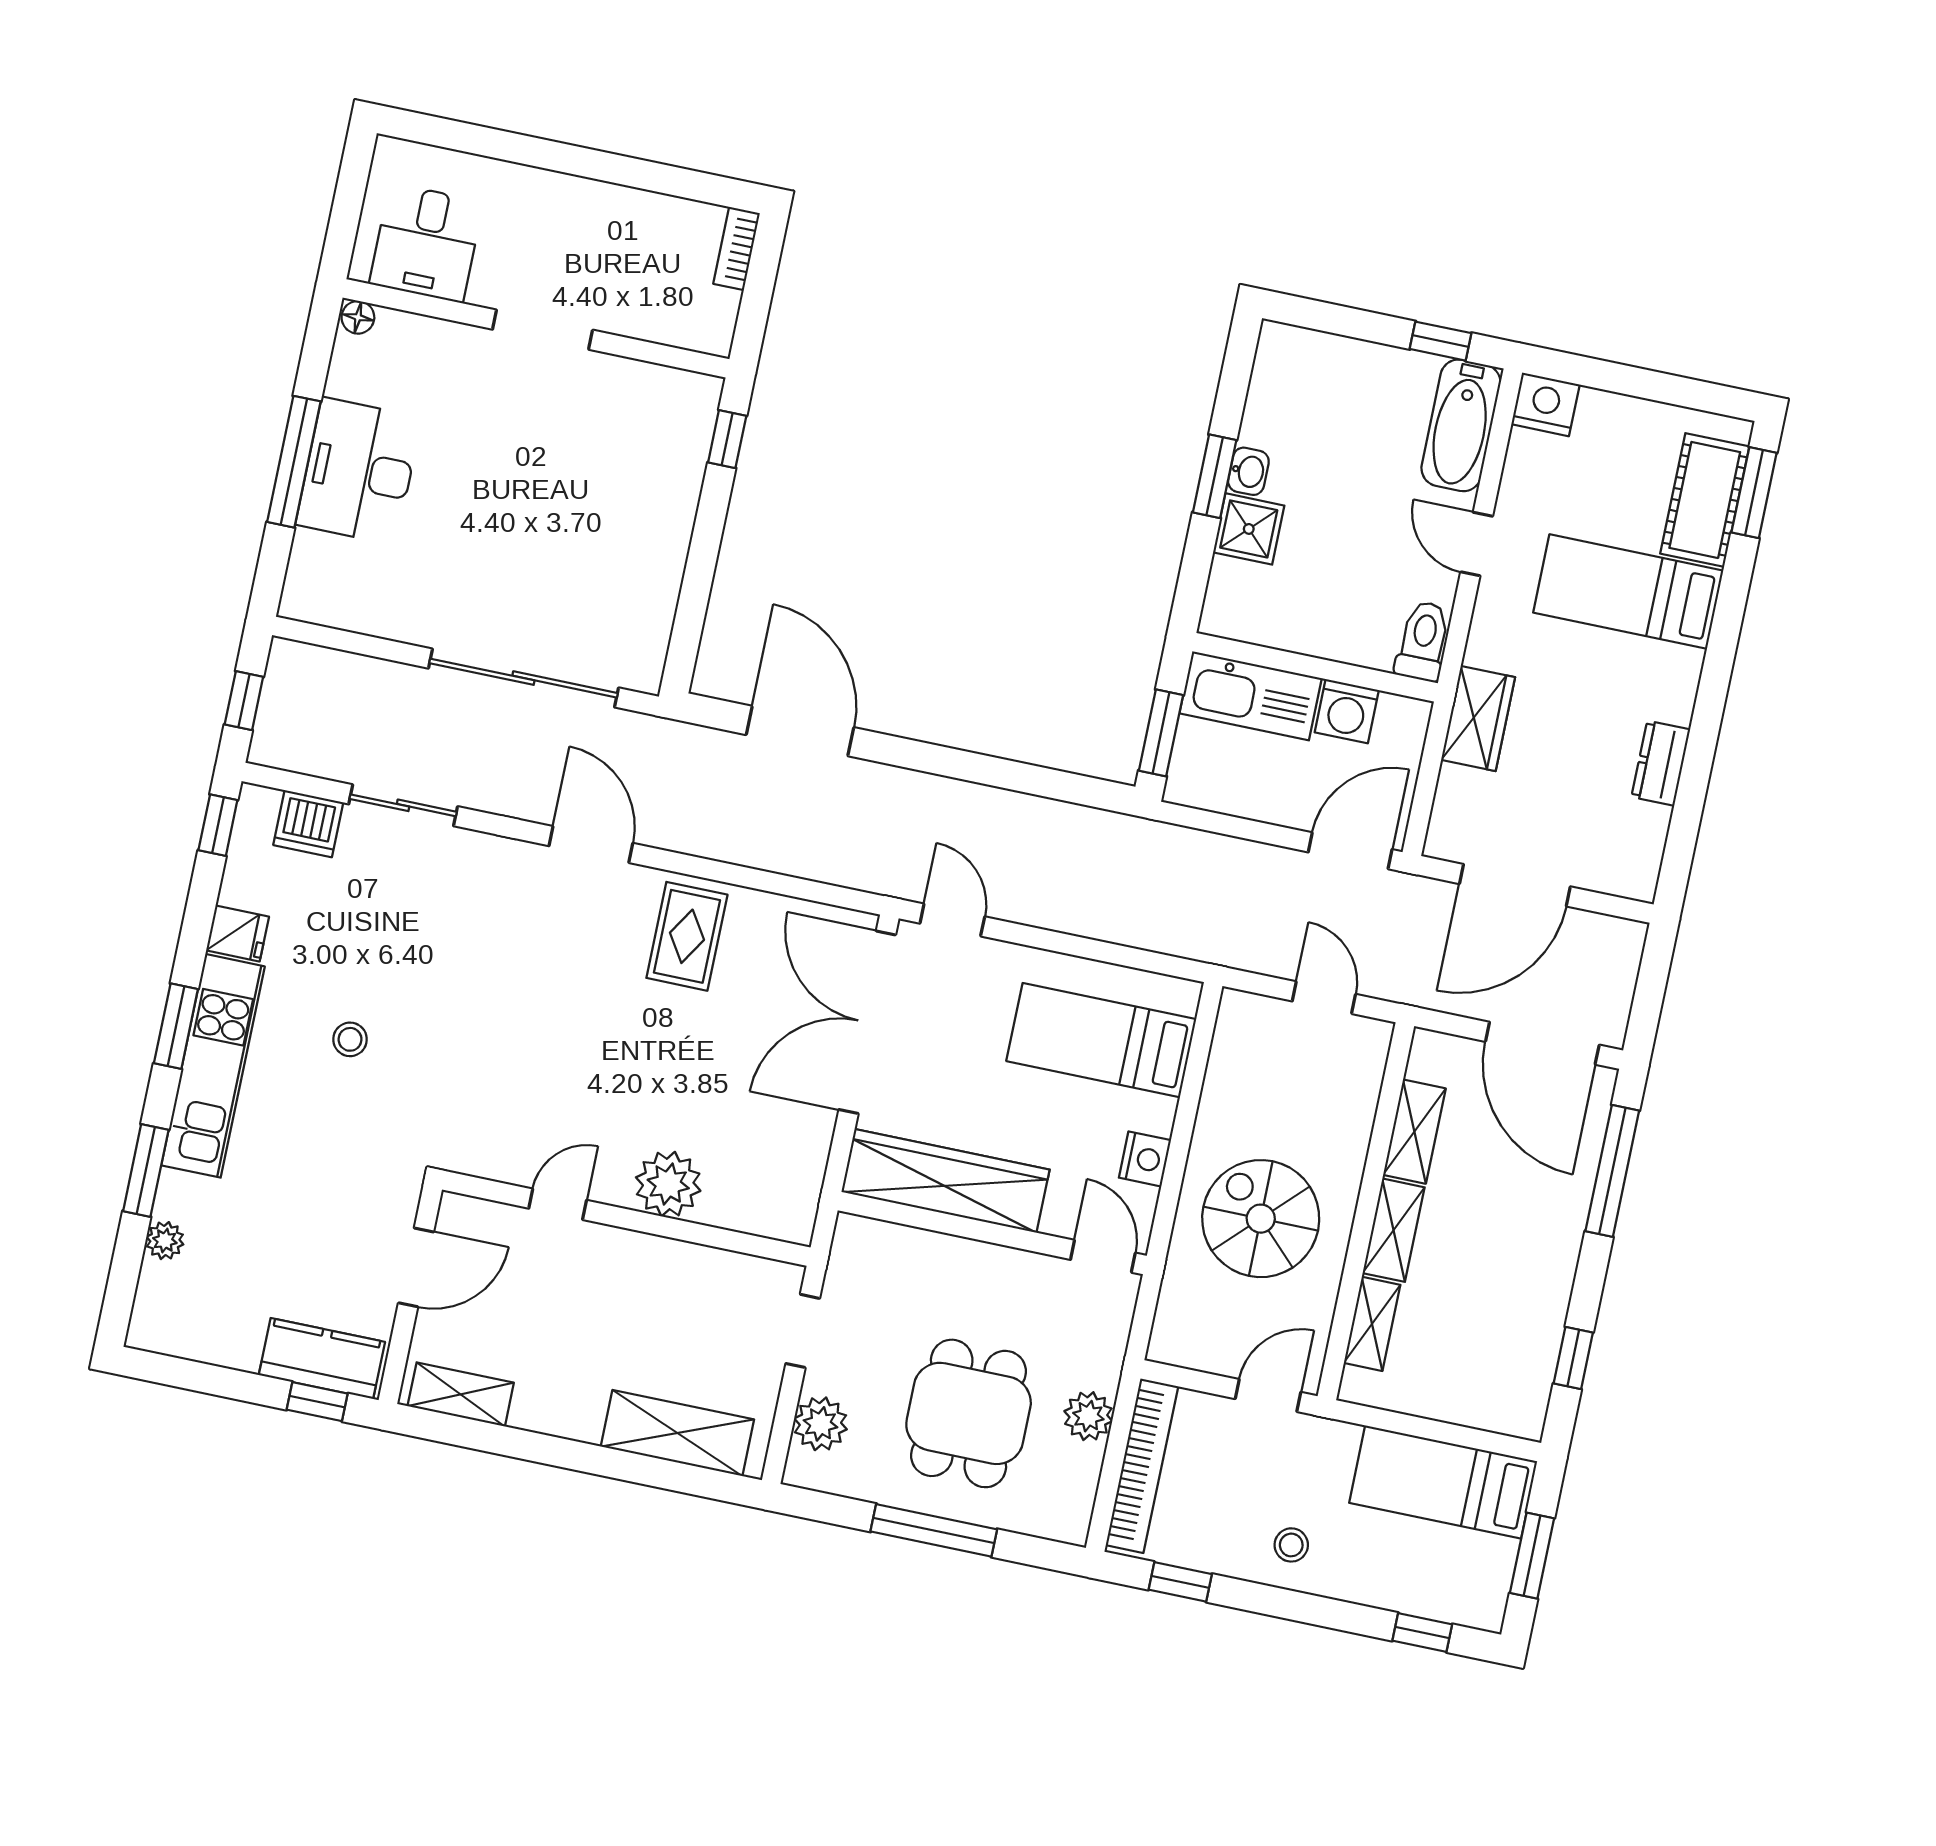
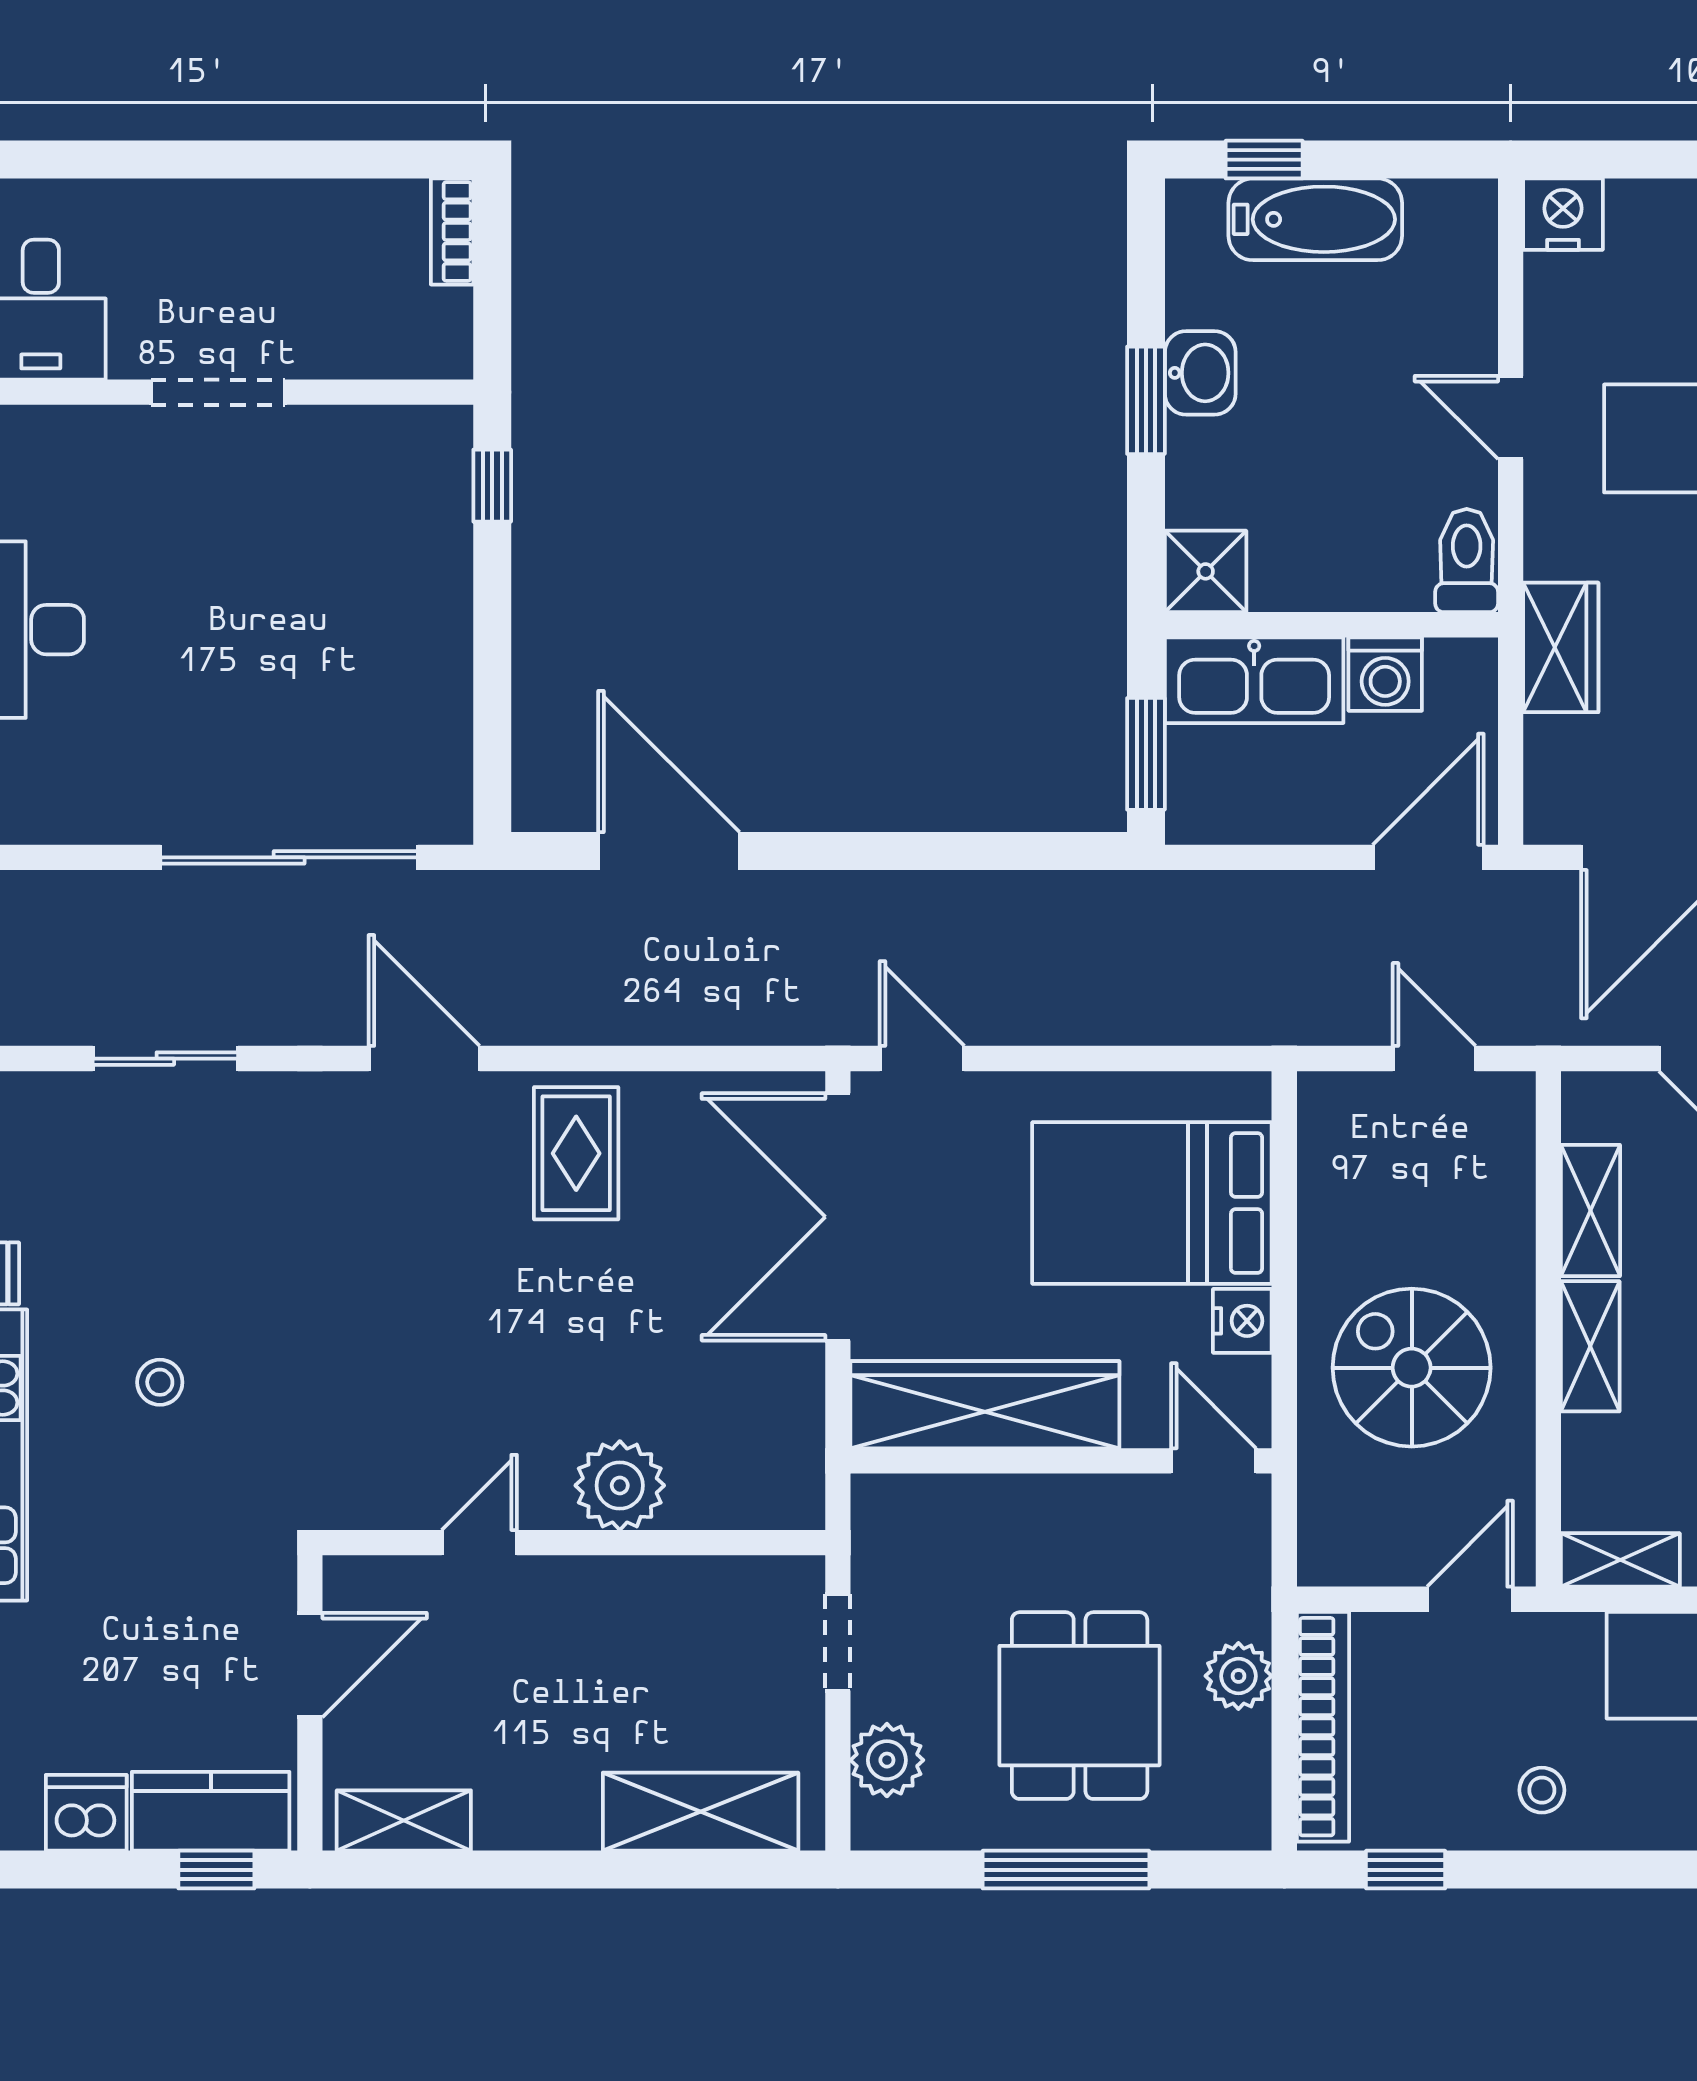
window: (1441, 341) -> (1264, 160), moved
bathtub: (1461, 425) -> (1315, 219), moved, turned -90
washbasin: (1248, 471) -> (1200, 373), width x1.38, depth x1.45
shower: (1249, 529) -> (1206, 571), moved
dishwasher: (308, 824) -> (86, 1813), moved, turned 180
bed: (1101, 1040) -> (1152, 1203), width x1.50
shelving: (1372, 1324) -> (1620, 1560), moved, turned 90

